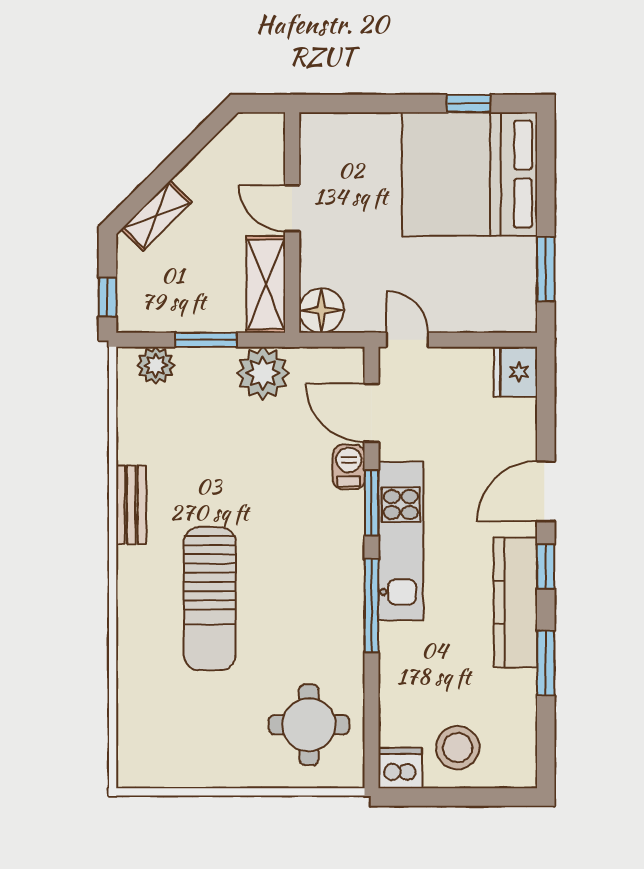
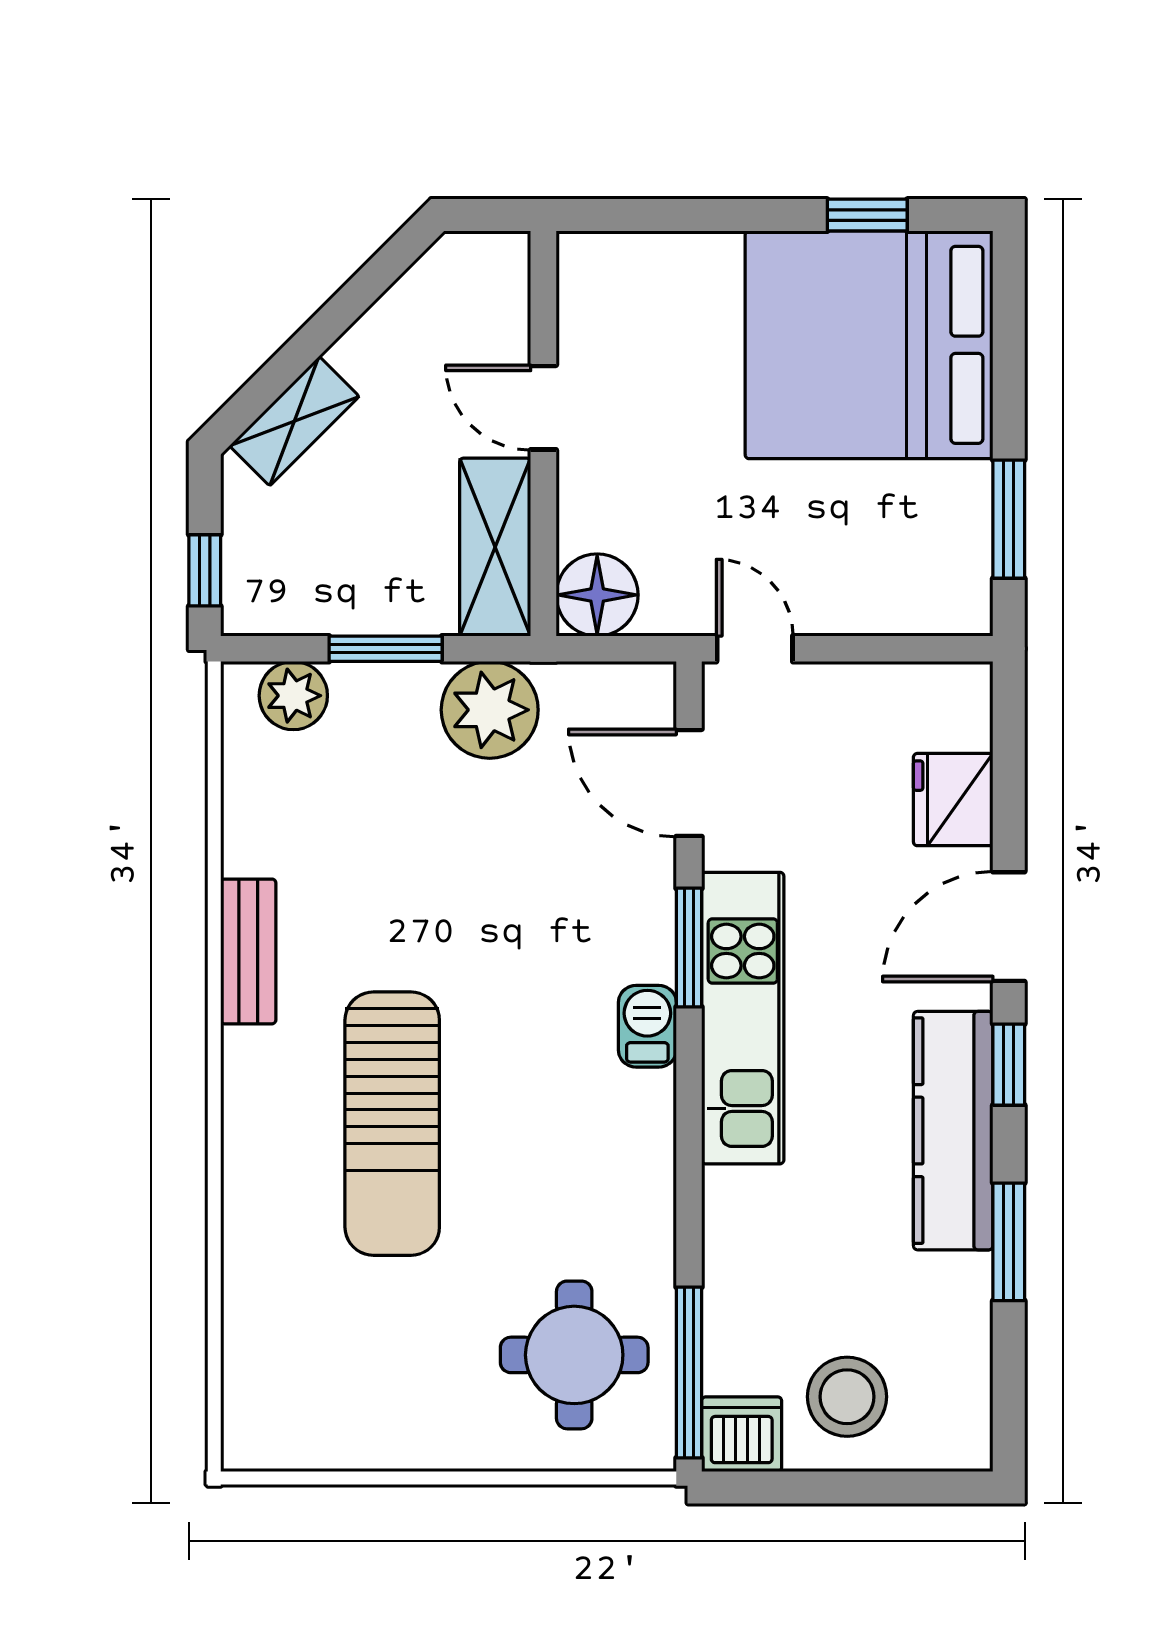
fridge: (515, 372) -> (953, 800), moved
barbecue: (349, 467) -> (647, 1026), moved
window: (371, 606) -> (689, 1373), moved

